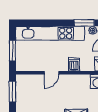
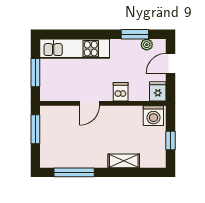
kitchen unit: (50, 33) -> (75, 49), width x0.73

